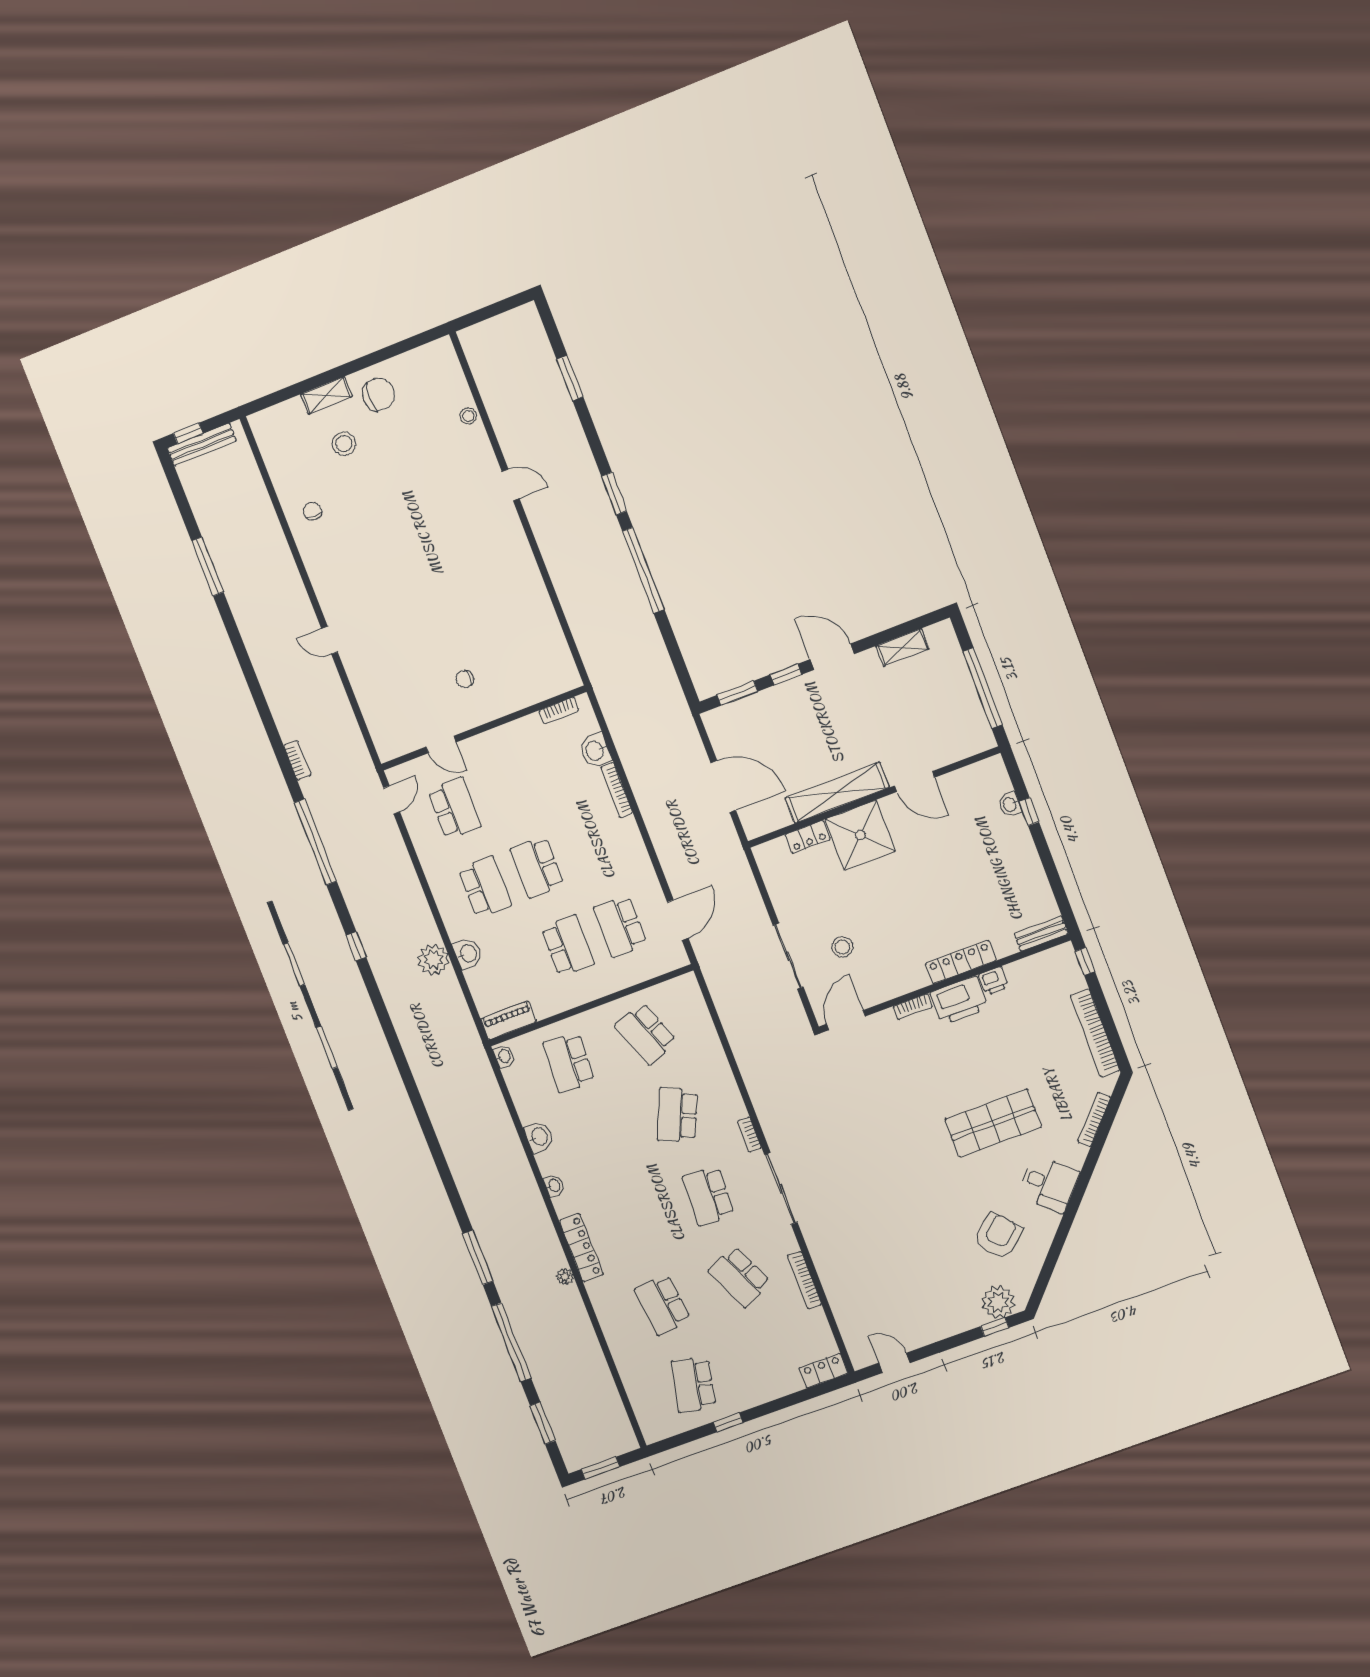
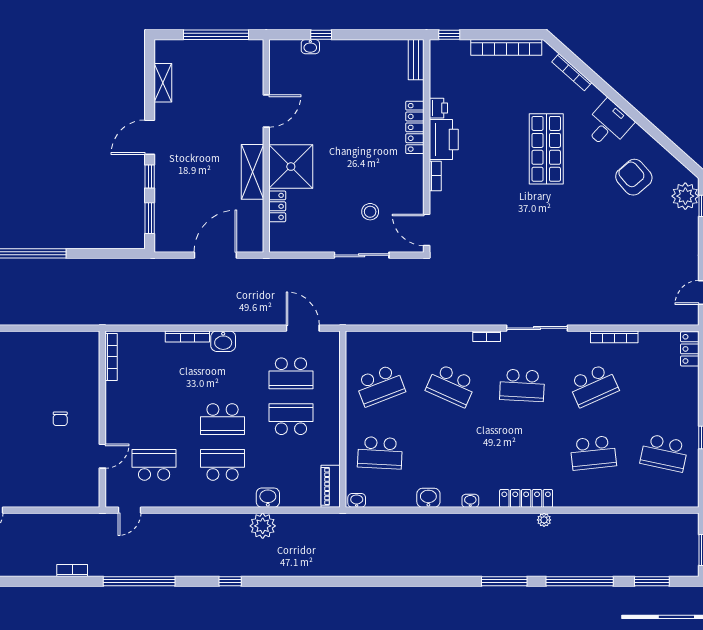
bookcase: (559, 711) -> (111, 357), width x1.56
washbasin: (595, 751) -> (223, 341), moved
shelving: (837, 793) -> (252, 172), width x0.68
door: (392, 800) -> (129, 510), swing flipped

